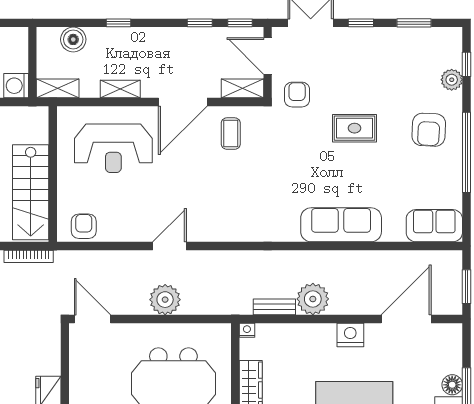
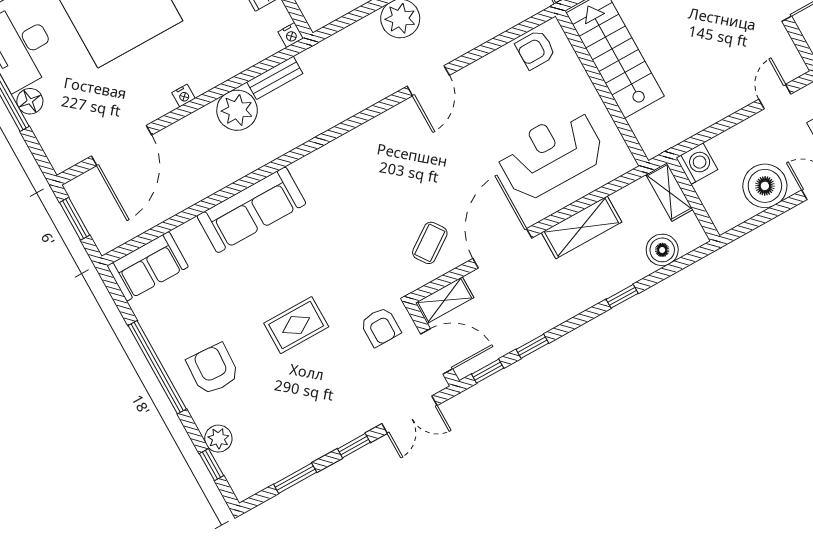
shelving: (58, 88) -> (669, 192), moved, turned 90
shelving: (120, 89) -> (582, 227), width x1.50, depth x1.33
coffee table: (231, 134) -> (430, 243), turned 55
armchair: (84, 226) -> (535, 50), turned 90
nightstand: (350, 335) -> (184, 96), width x0.53, depth x0.56

